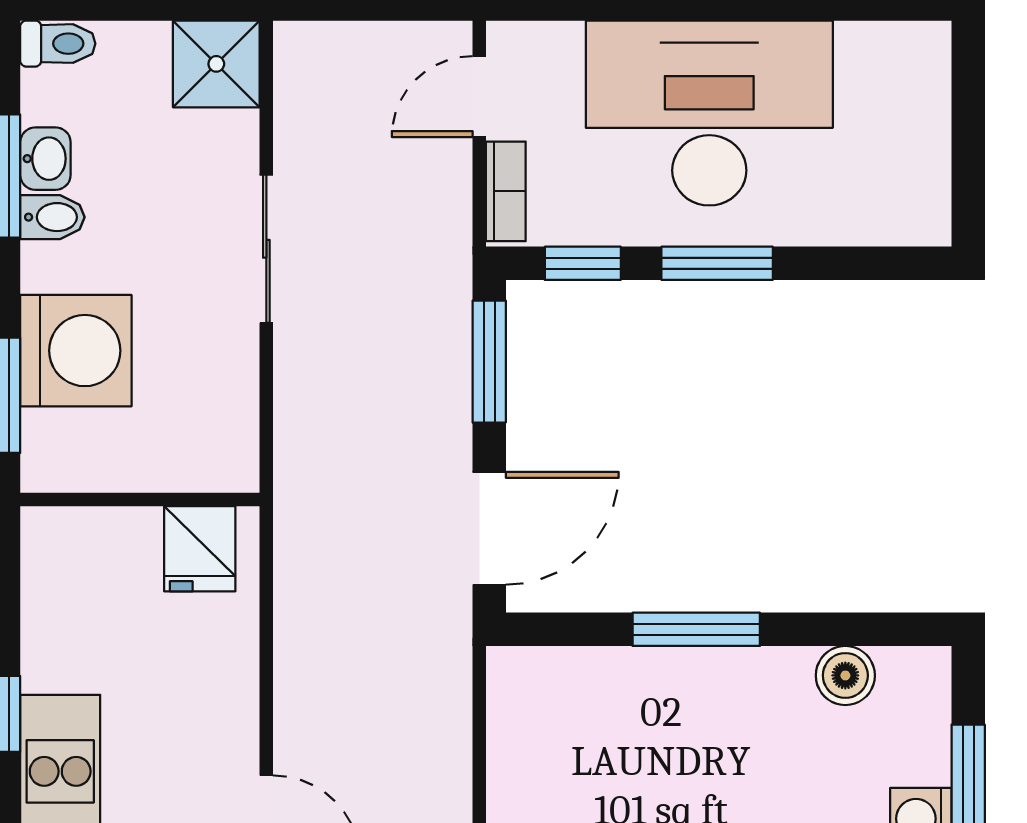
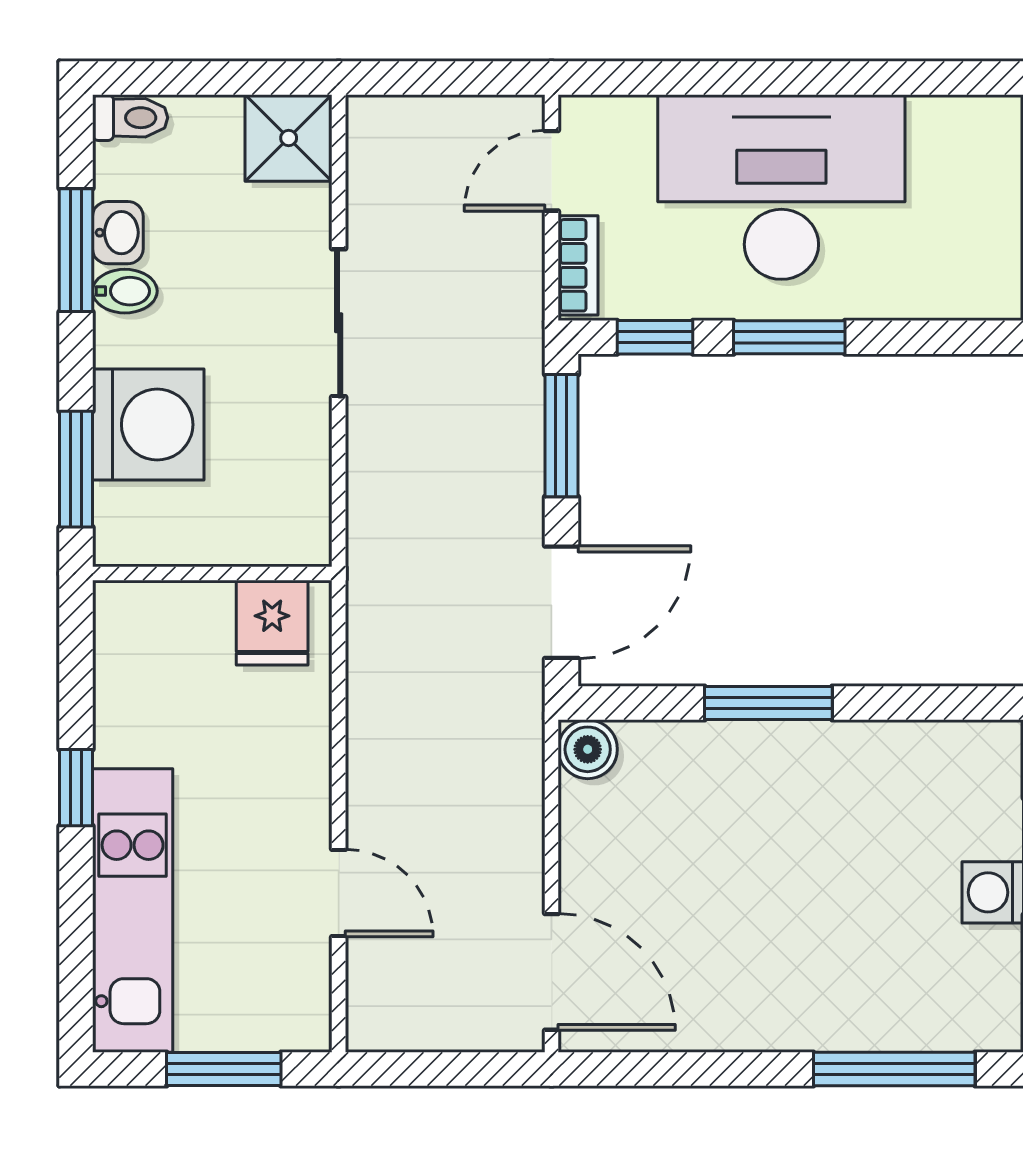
boiler: (845, 675) -> (588, 749), moved

